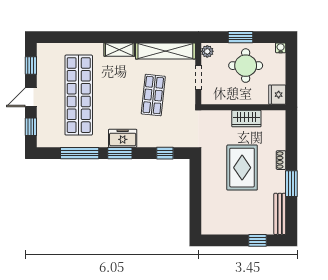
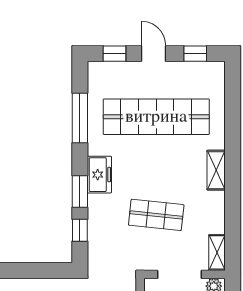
shelving: (165, 51) -> (217, 252), width x0.45, depth x0.75
doorway: (198, 77) -> (180, 274), width x1.38
window: (120, 153) -> (80, 192), moved

